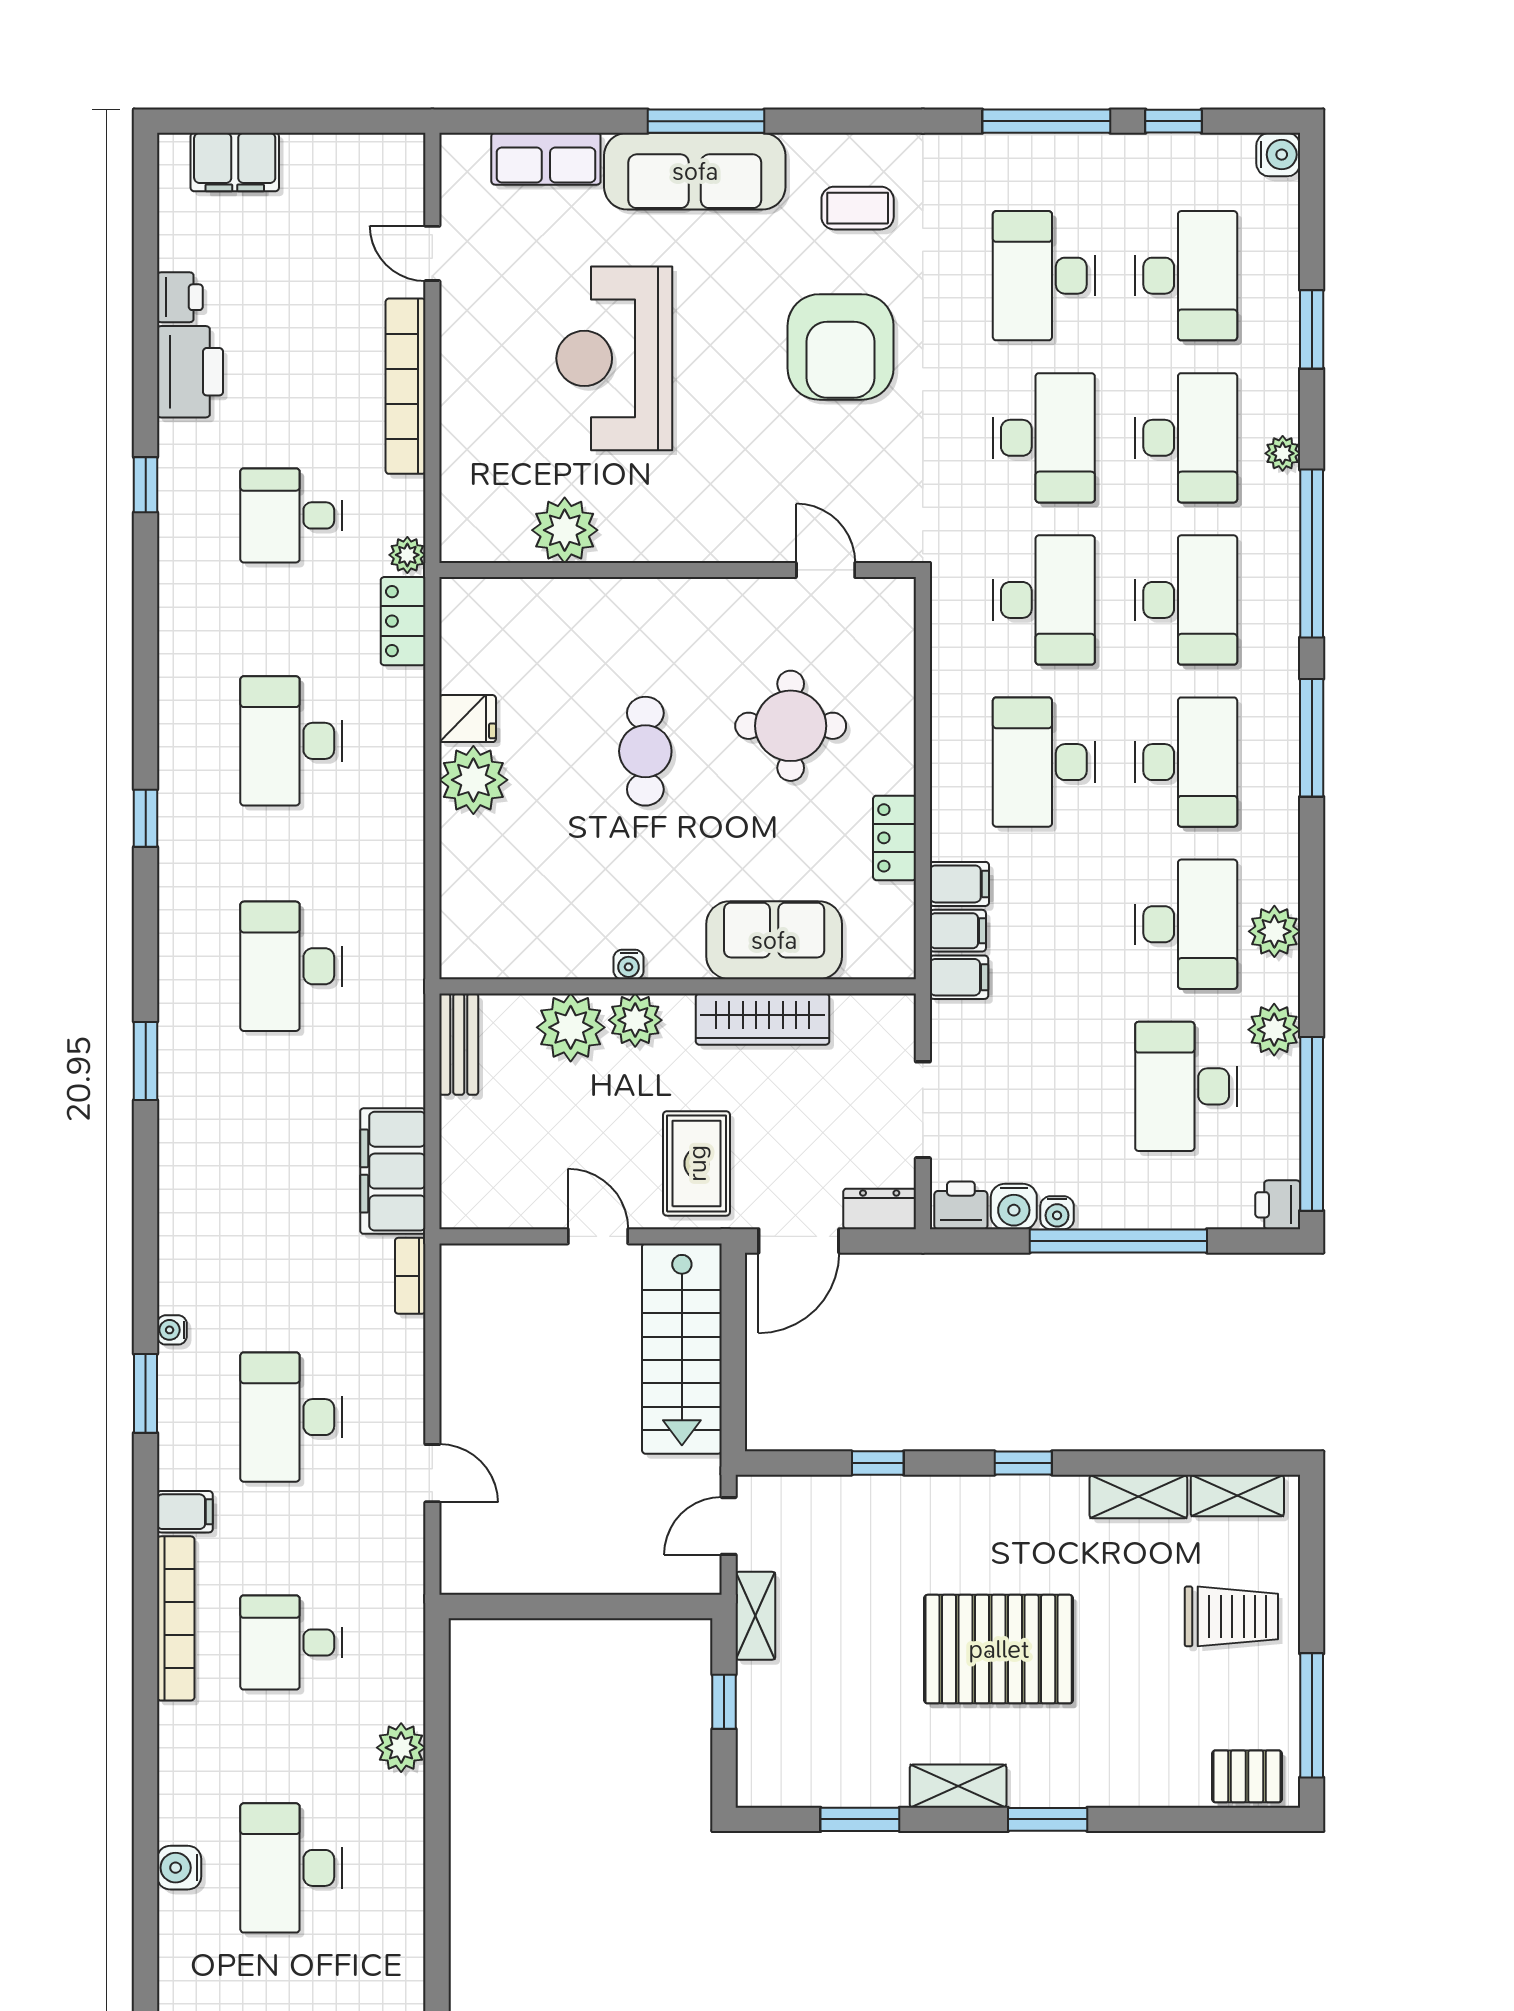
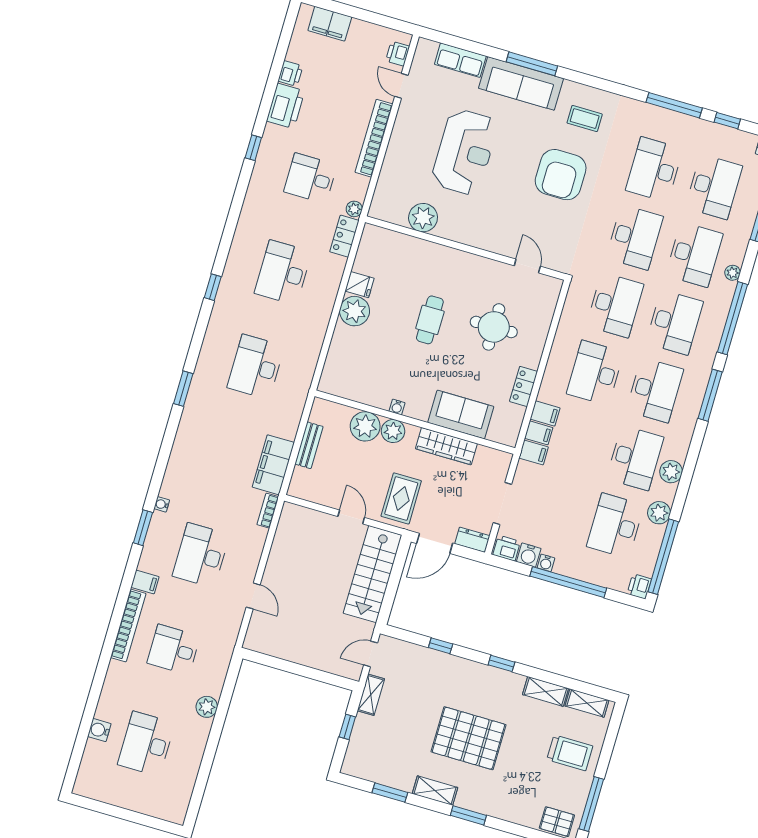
printer: (403, 185) -> (398, 54), added
reception desk: (614, 358) -> (465, 152), turned 180
bench: (459, 1044) -> (309, 445), moved

